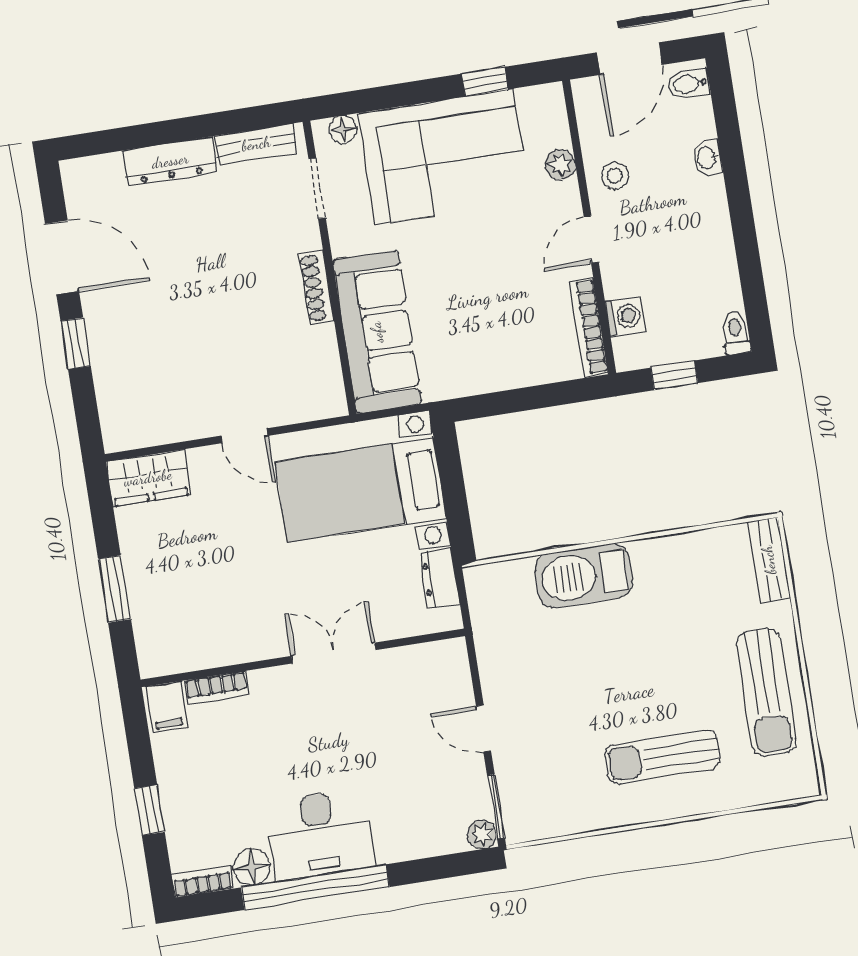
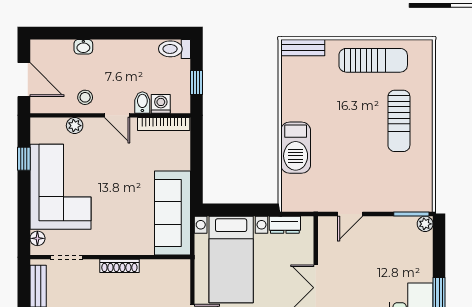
bidet: (689, 84) -> (142, 102), moved, turned 180
sofa: (377, 332) -> (172, 213), moved, turned -90
toilet: (735, 333) -> (175, 49), width x1.37, depth x1.39
door: (484, 729) -> (350, 214), moved

